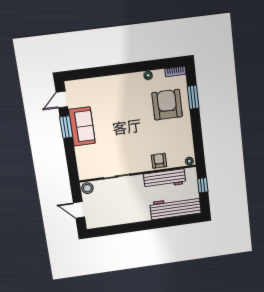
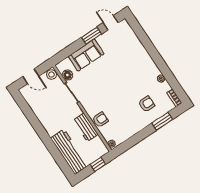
armchair: (167, 105) -> (146, 104), width x0.53, depth x0.53
sofa: (82, 126) -> (86, 55), moved
floor lamp: (96, 172) -> (67, 75), added
workbench: (165, 179) -> (86, 127), width x0.73
door: (79, 210) -> (31, 76), swing flipped

